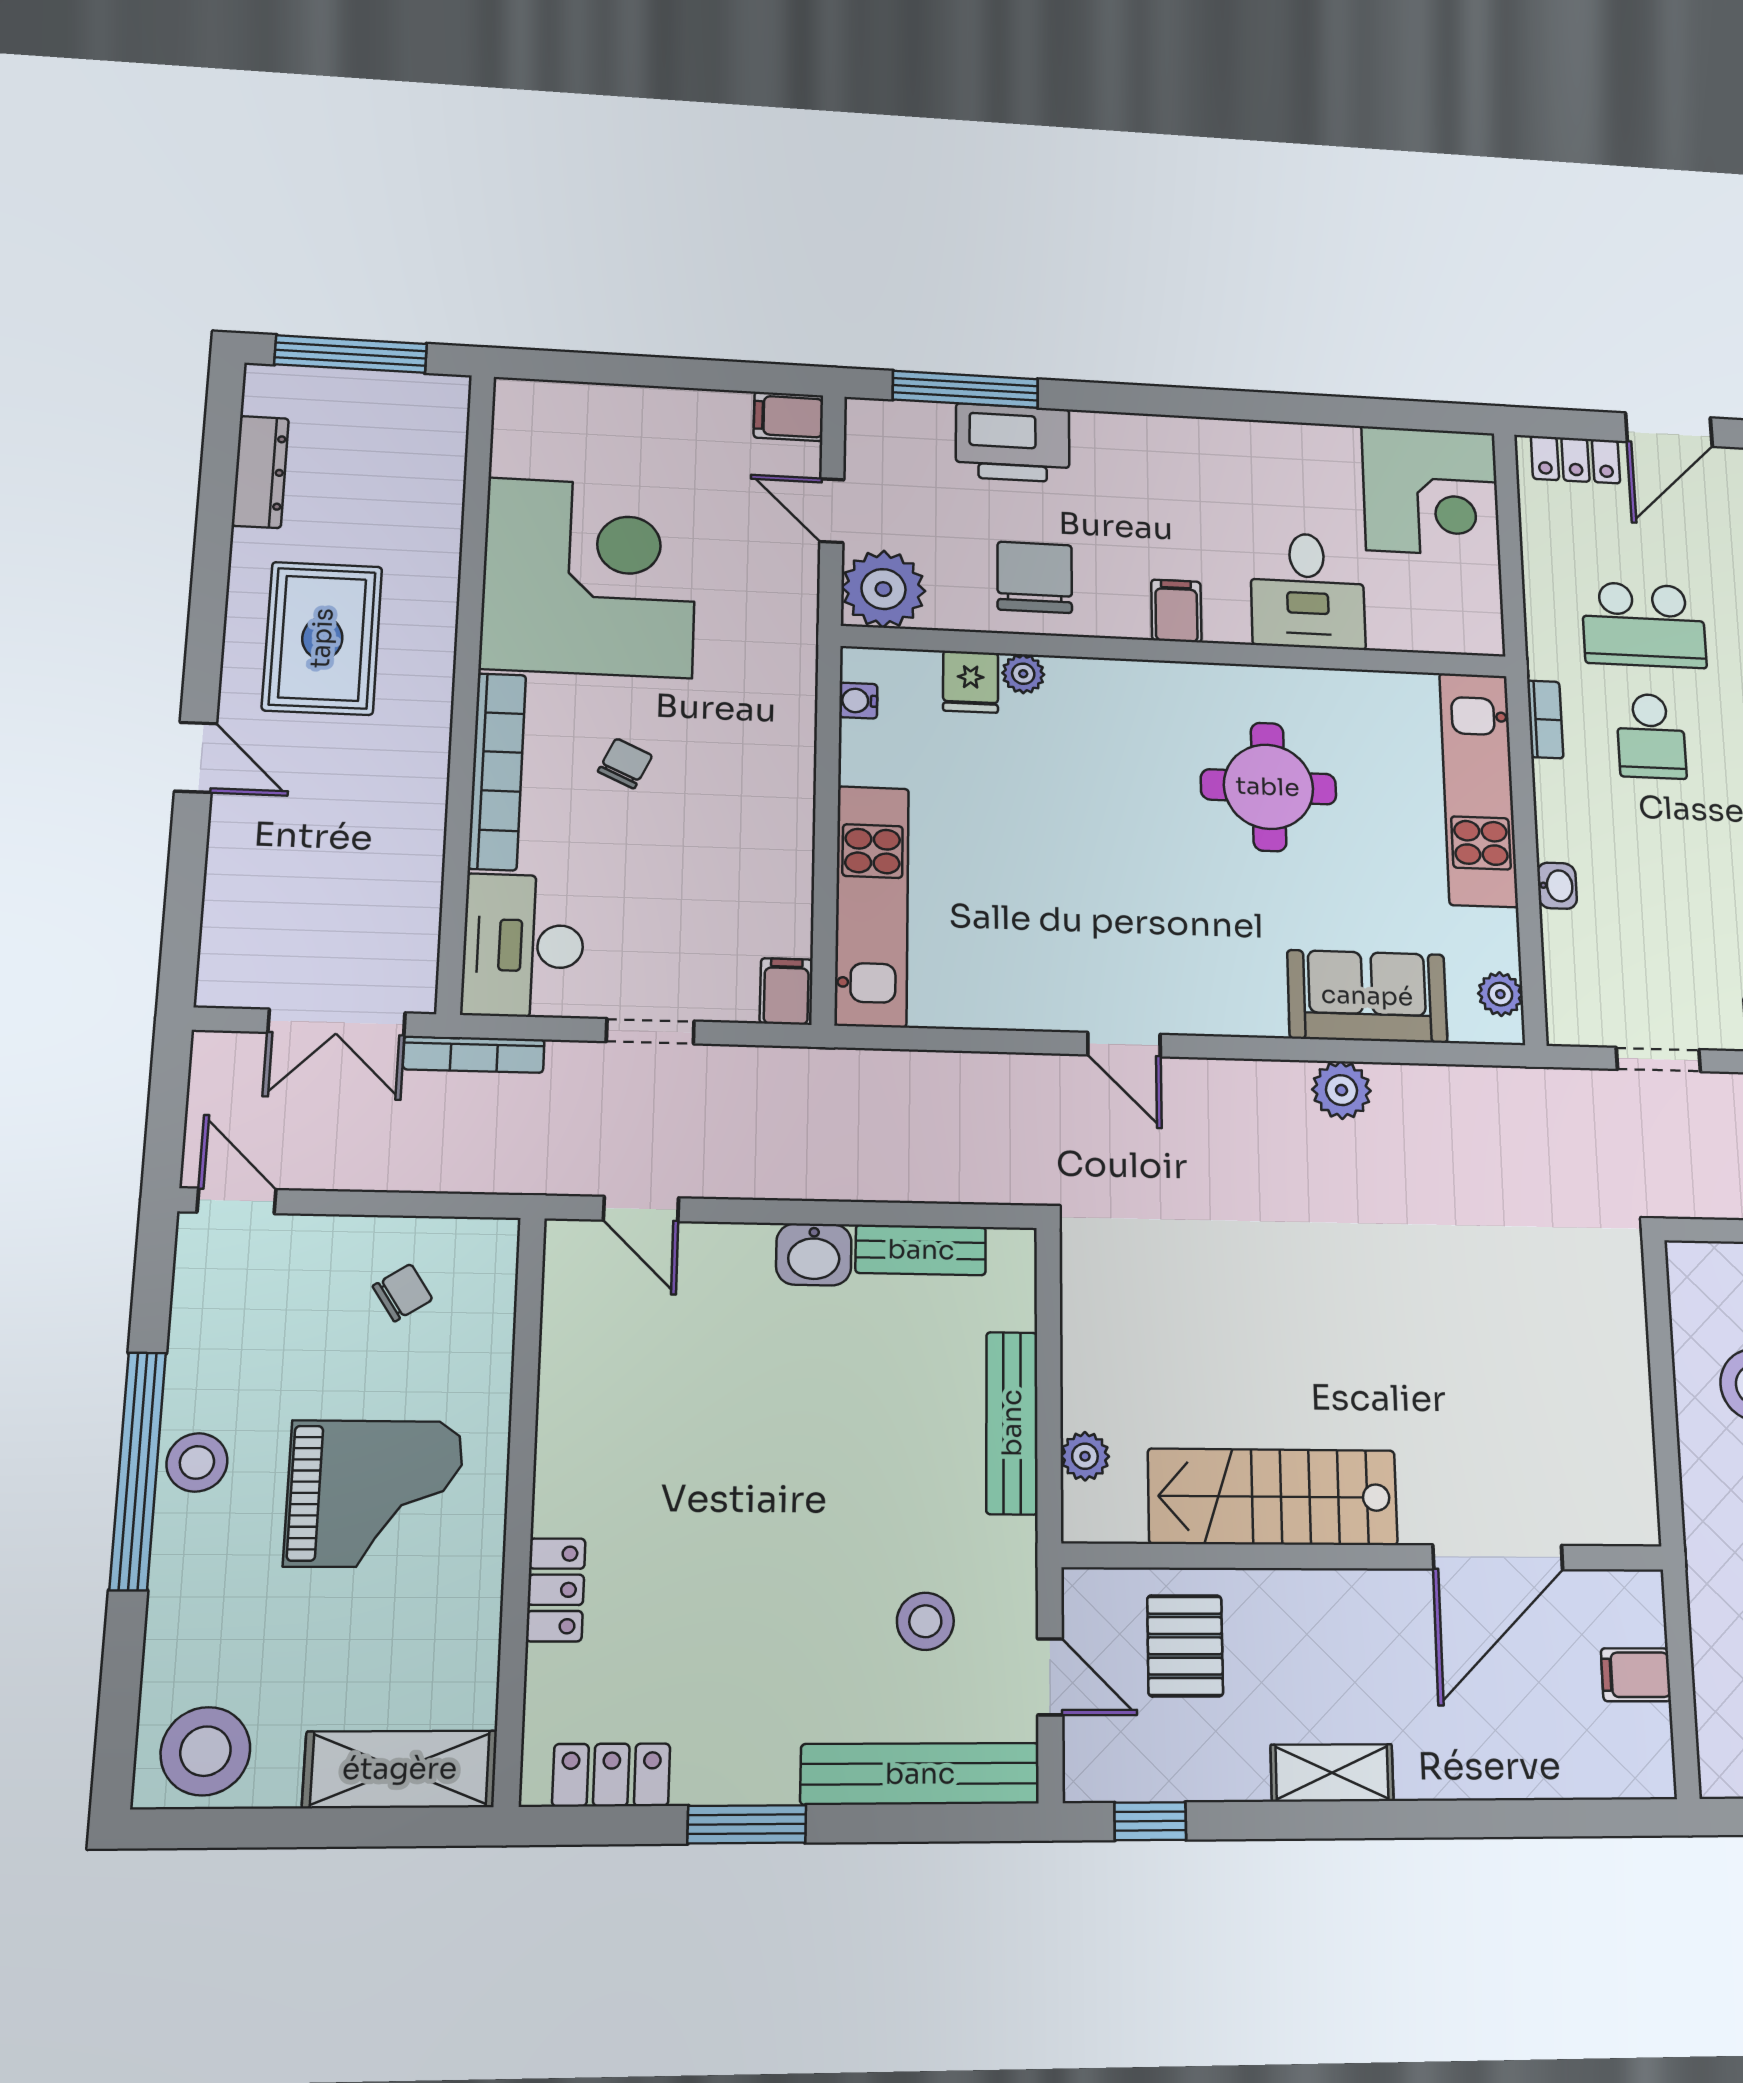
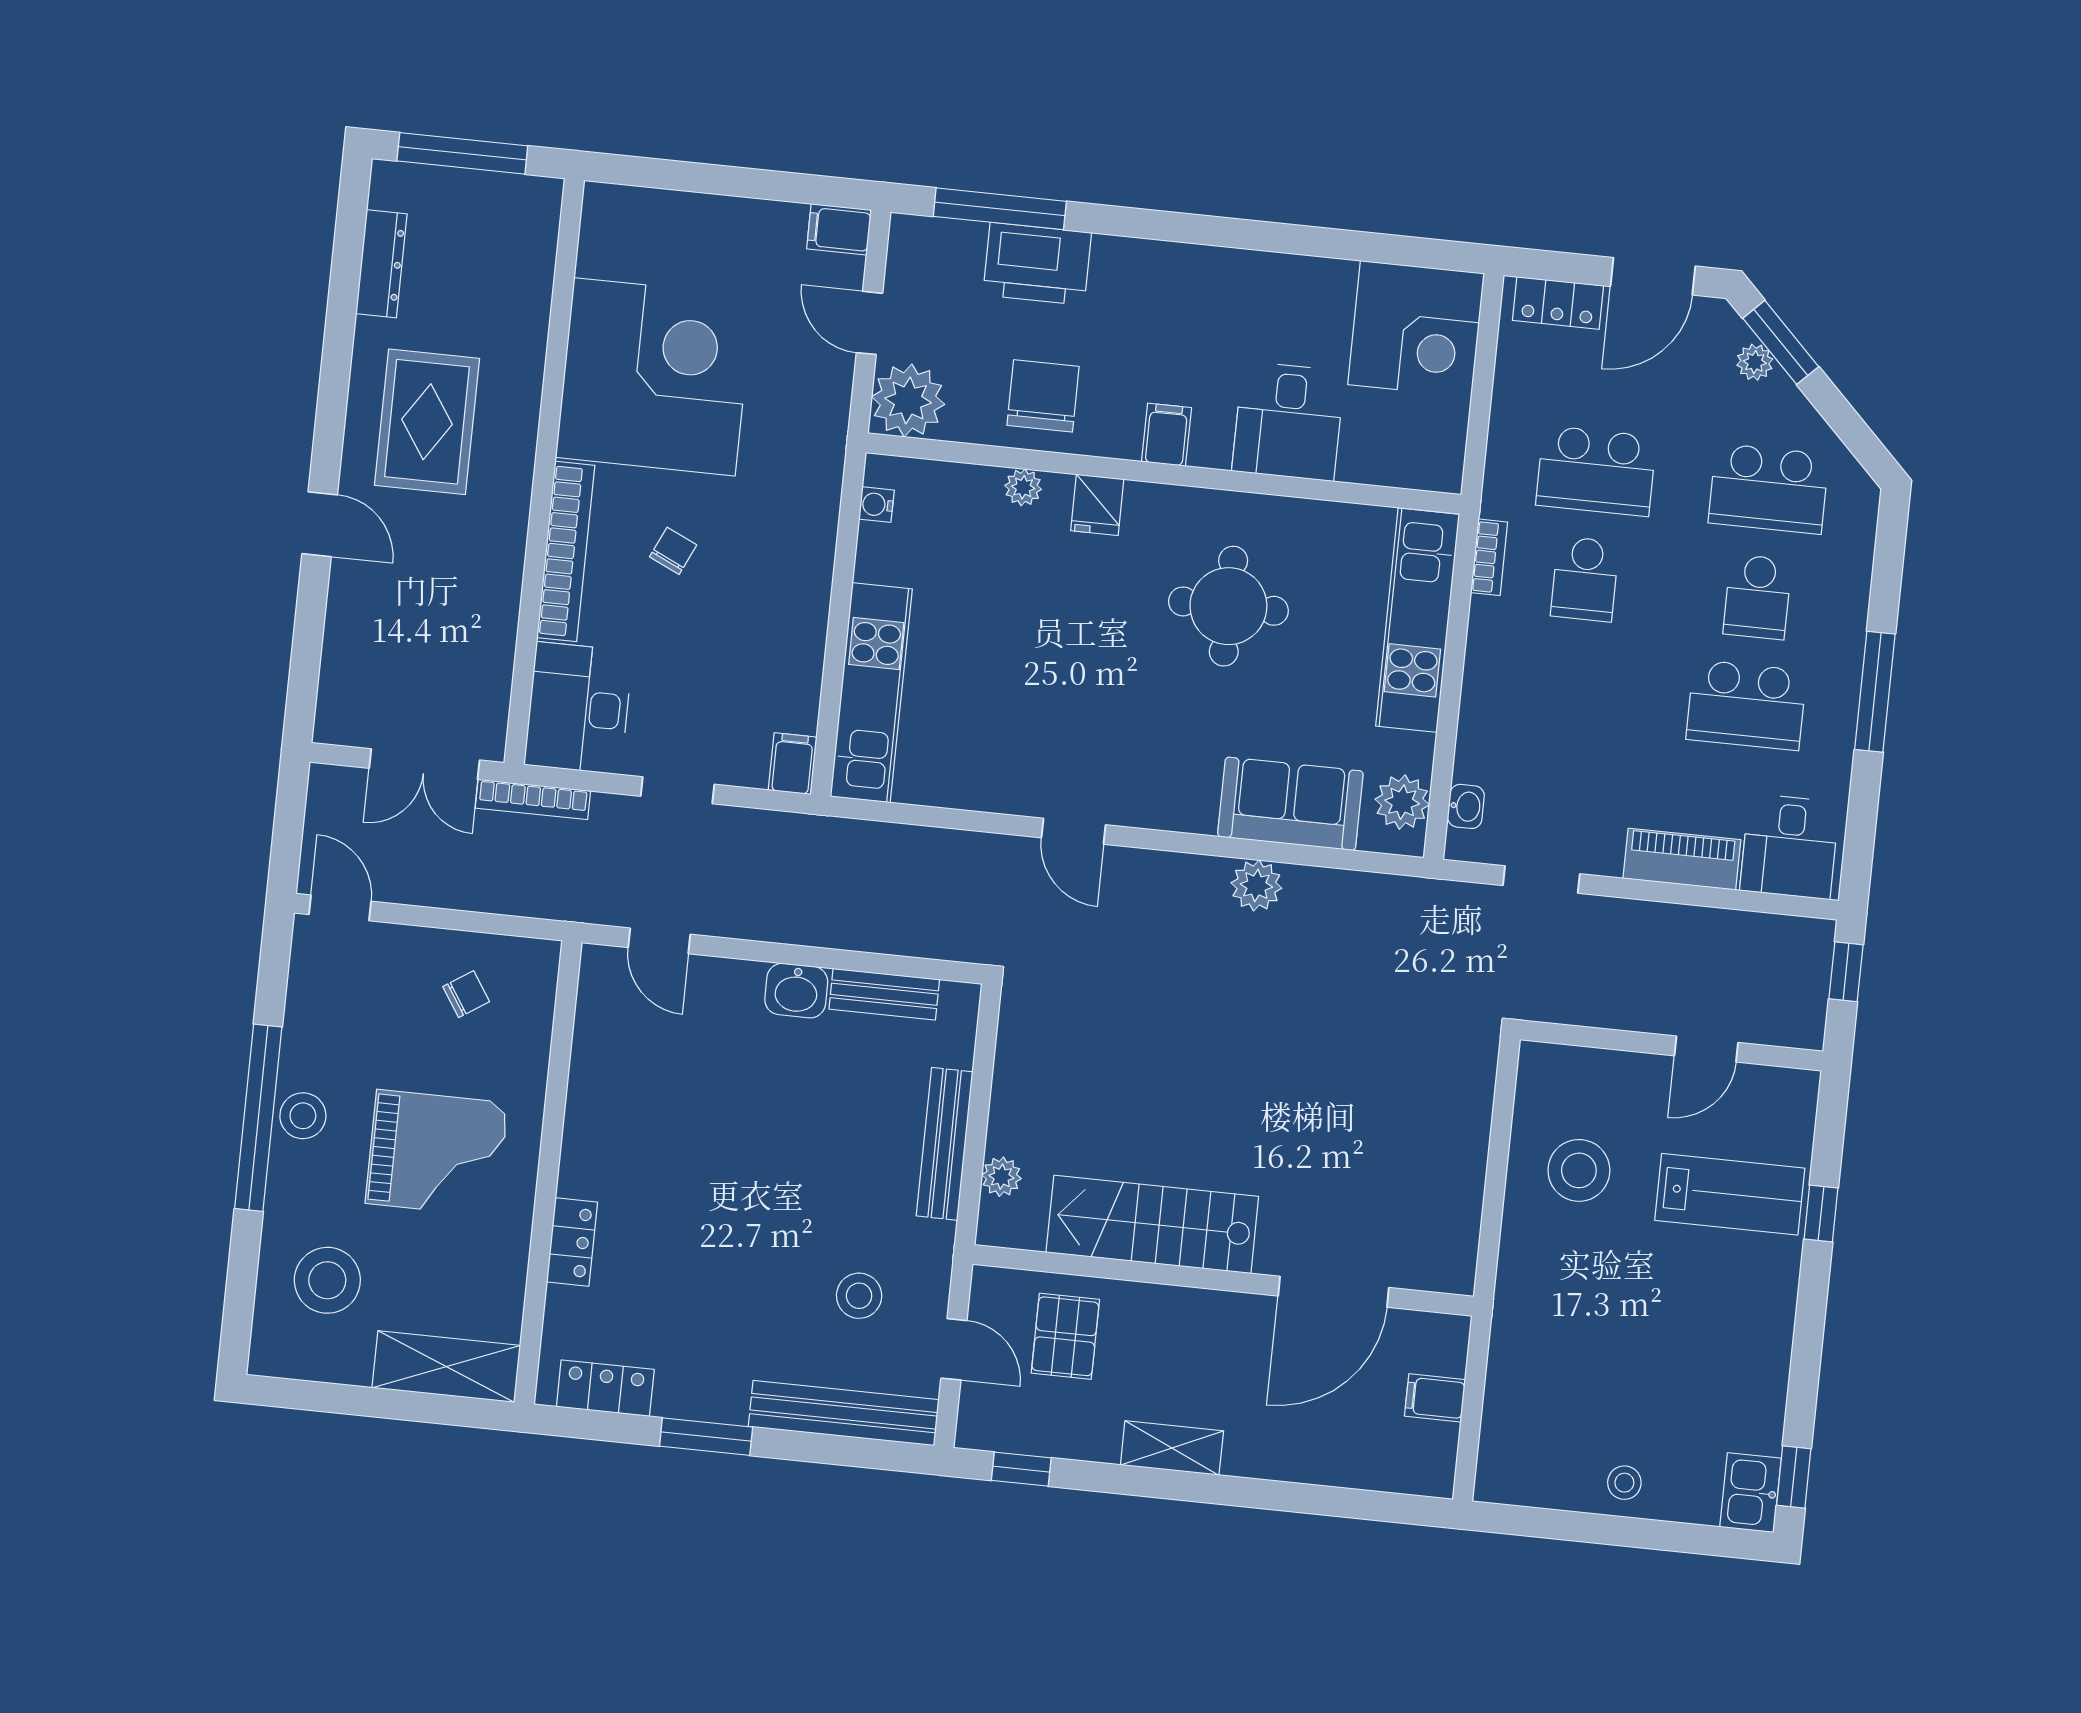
fridge: (971, 682) -> (1097, 505), moved
washbasin: (1557, 886) -> (1466, 806), moved
plant: (1500, 994) -> (1402, 802), width x1.38, depth x1.38
stool: (205, 1751) -> (327, 1280), moved

